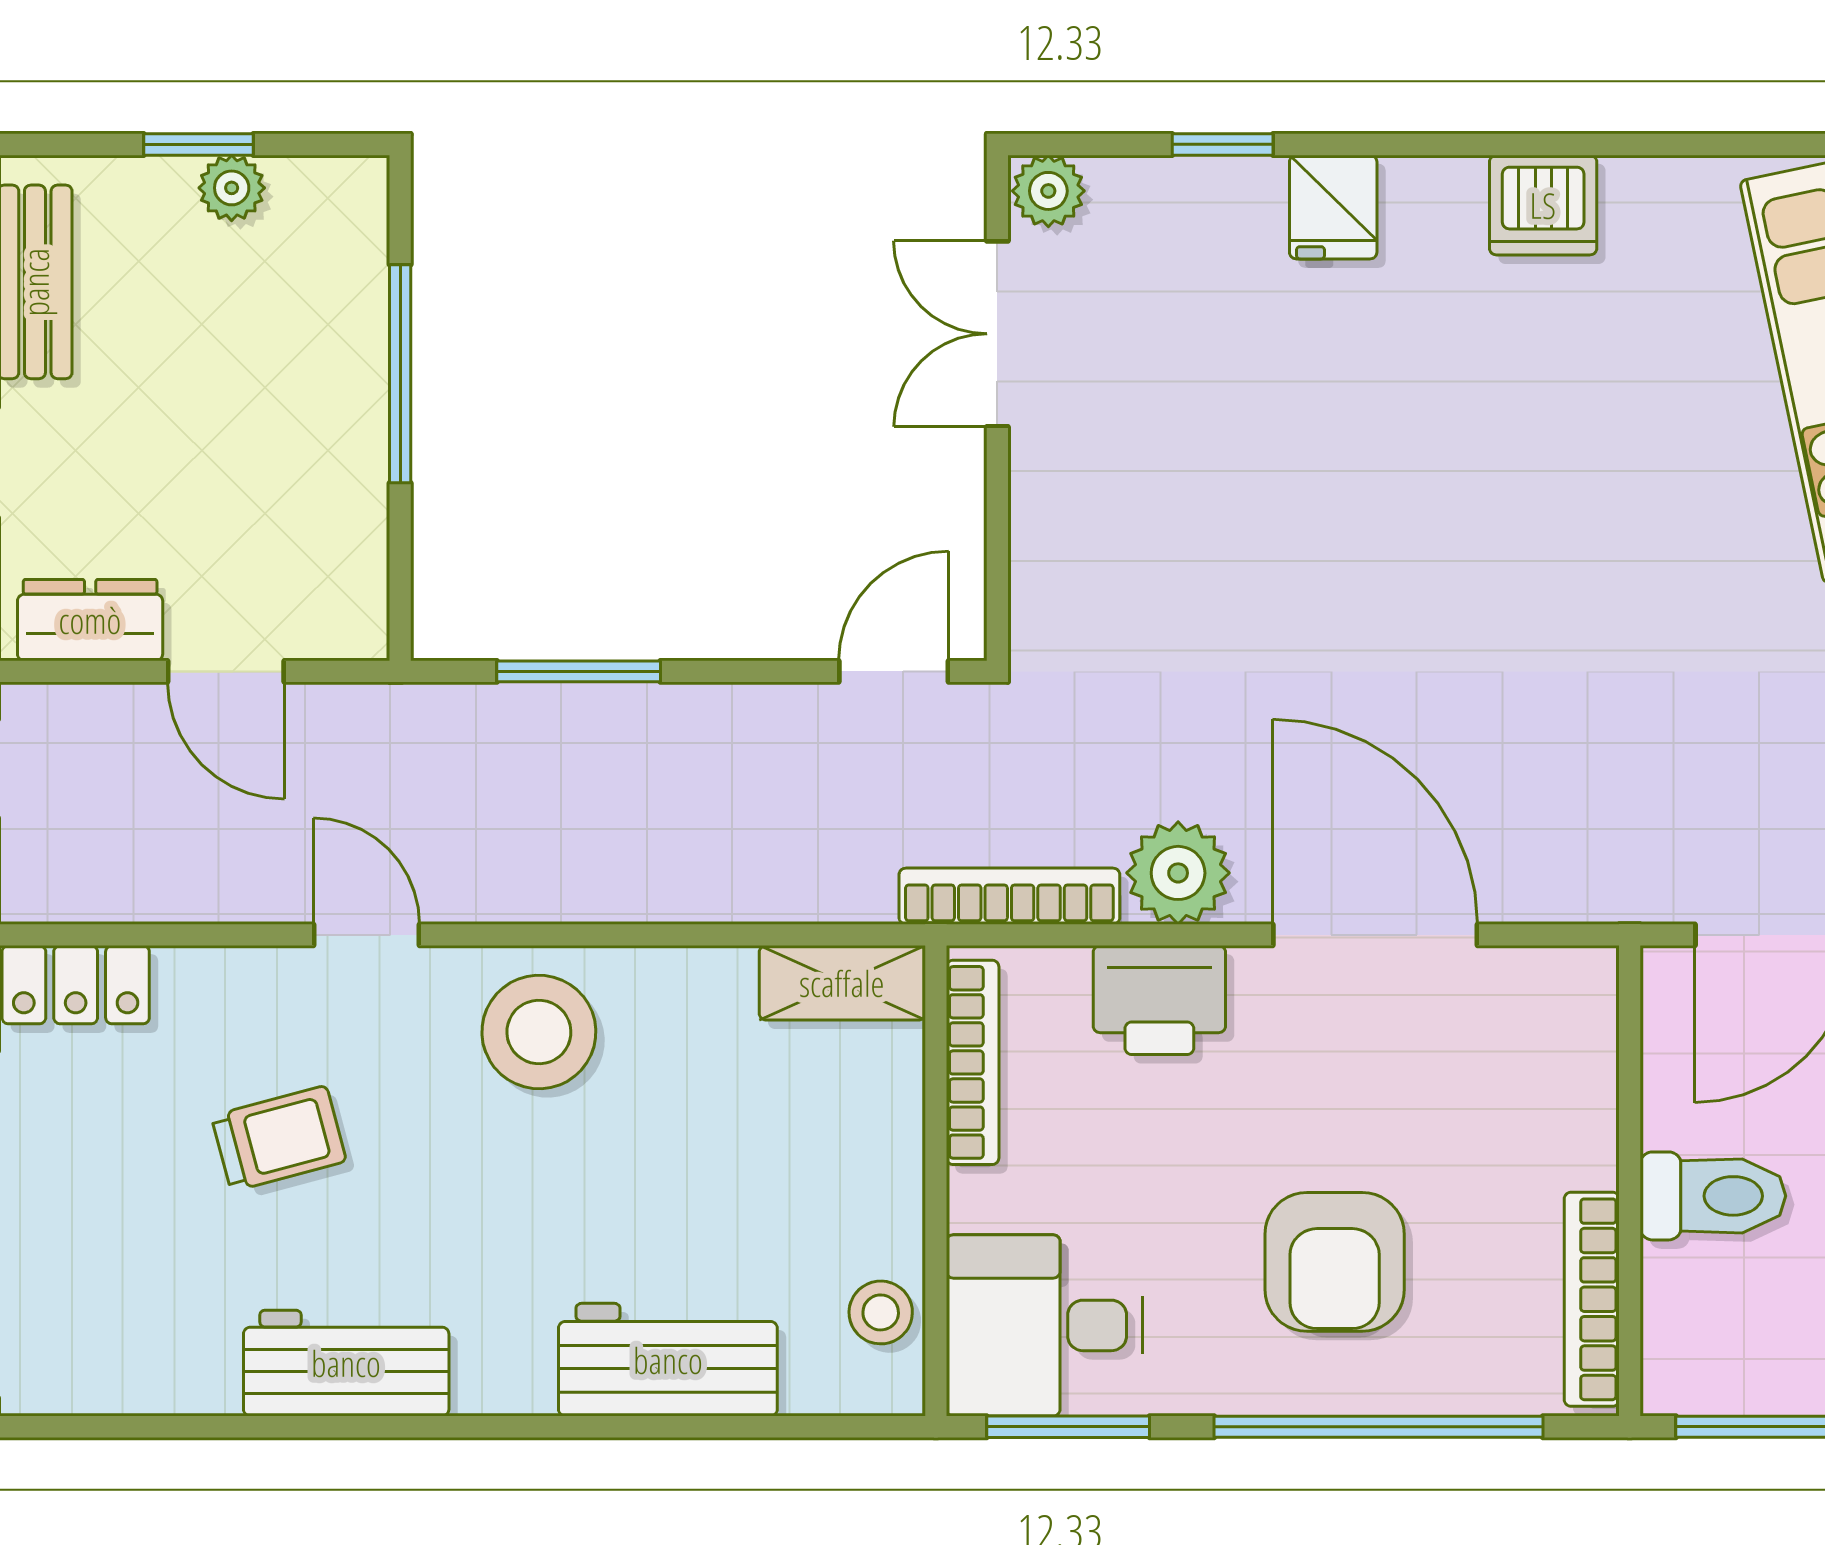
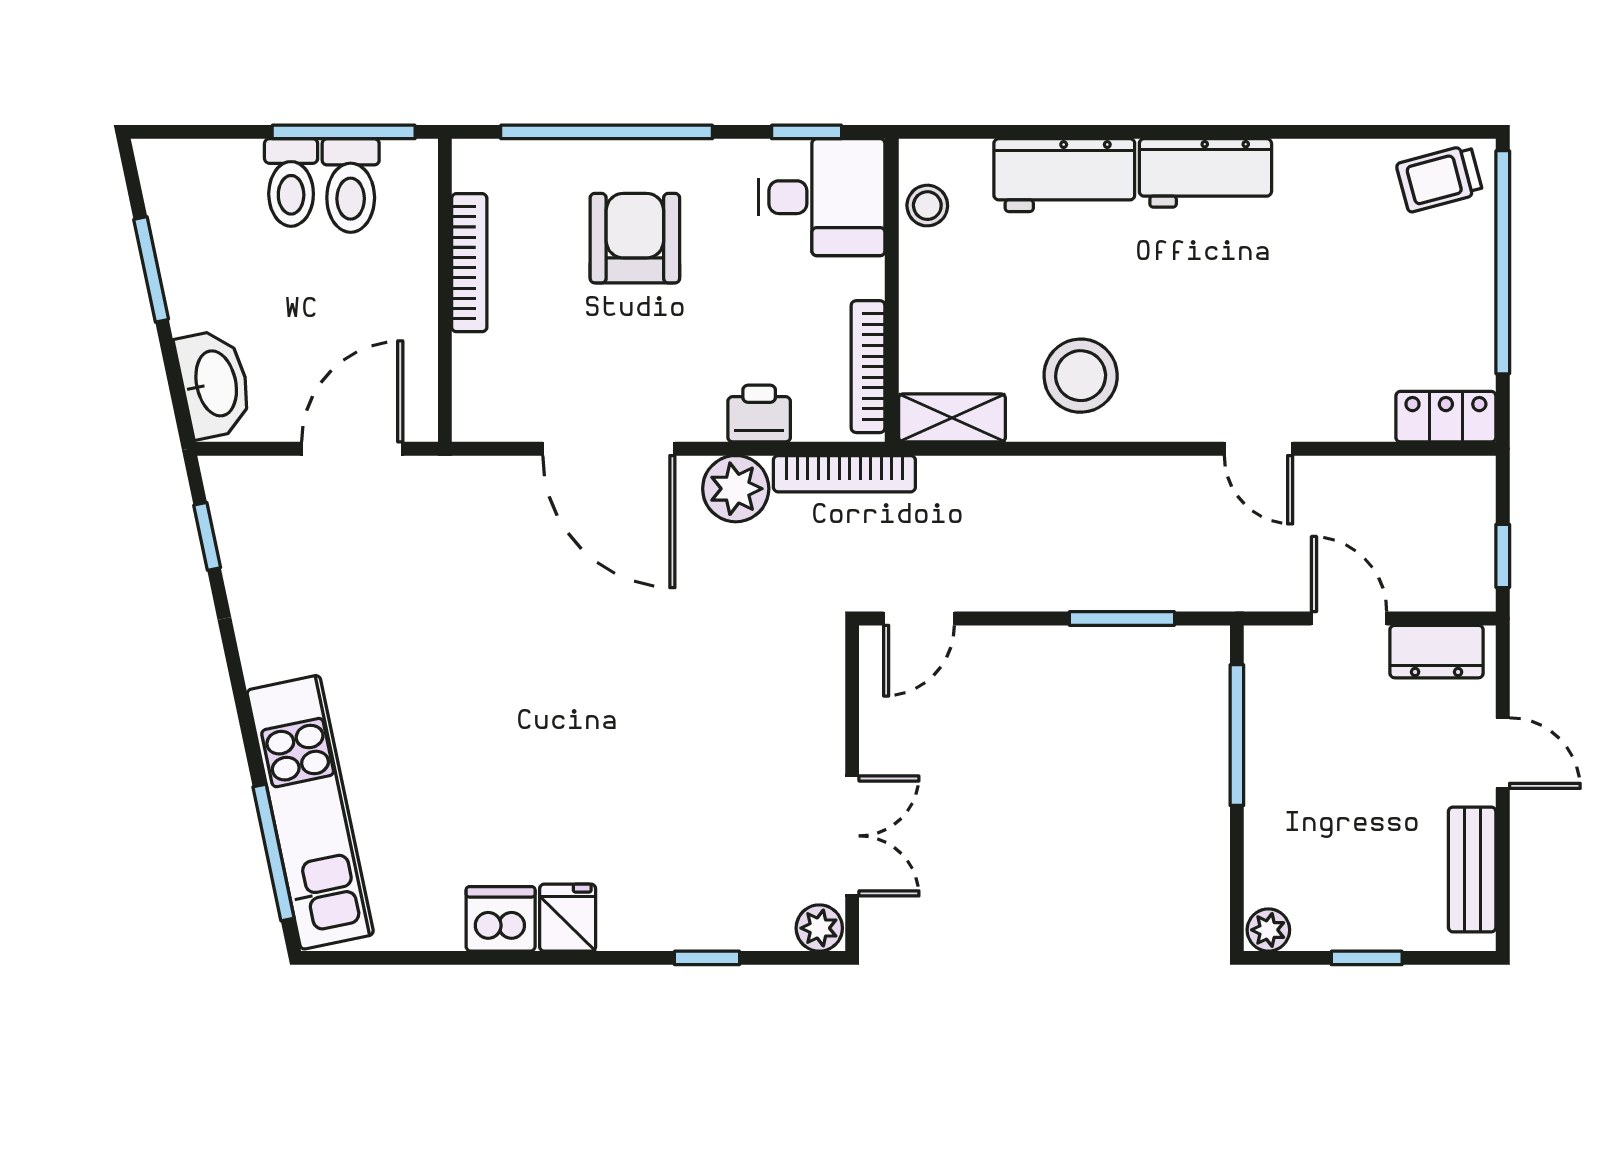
plant: (232, 188) -> (1268, 930), moved
fridge: (1333, 207) -> (568, 918), moved
window: (400, 374) -> (1237, 735), moved
printer: (1159, 1000) -> (759, 414), width x0.73, depth x0.81
stool: (539, 1032) -> (1081, 376), moved
trolley: (279, 1139) -> (1439, 178), moved
toilet: (1713, 1196) -> (351, 186), moved, turned -90
bookcase: (1592, 1299) -> (469, 263), moved
workbench: (346, 1363) -> (1205, 173), moved
window: (1068, 1427) -> (807, 132), width x0.67

